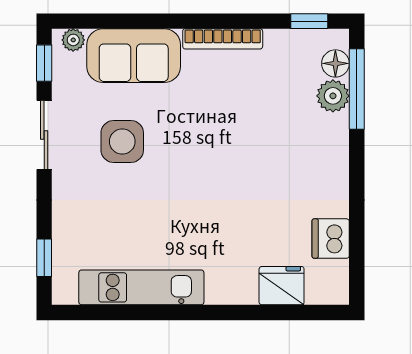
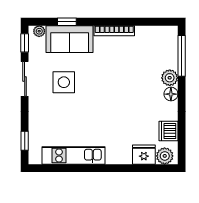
window: (309, 21) -> (67, 22), moved
floor lamp: (335, 63) -> (171, 94), moved
plant: (333, 96) -> (170, 78), moved
plant: (323, 288) -> (165, 156), added

